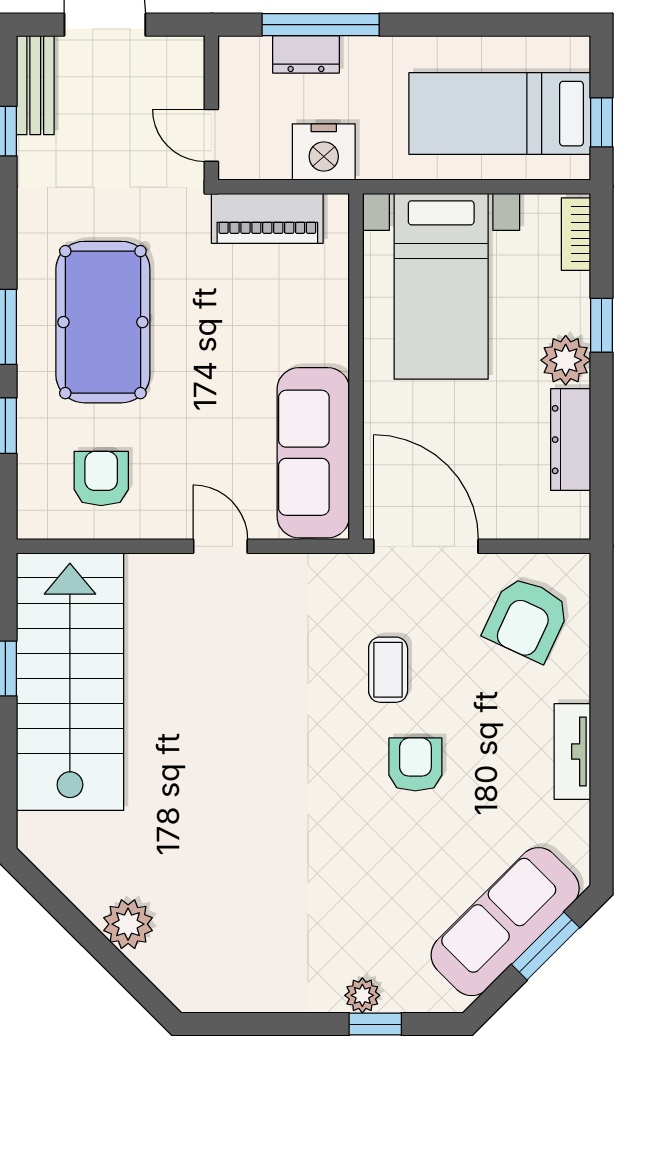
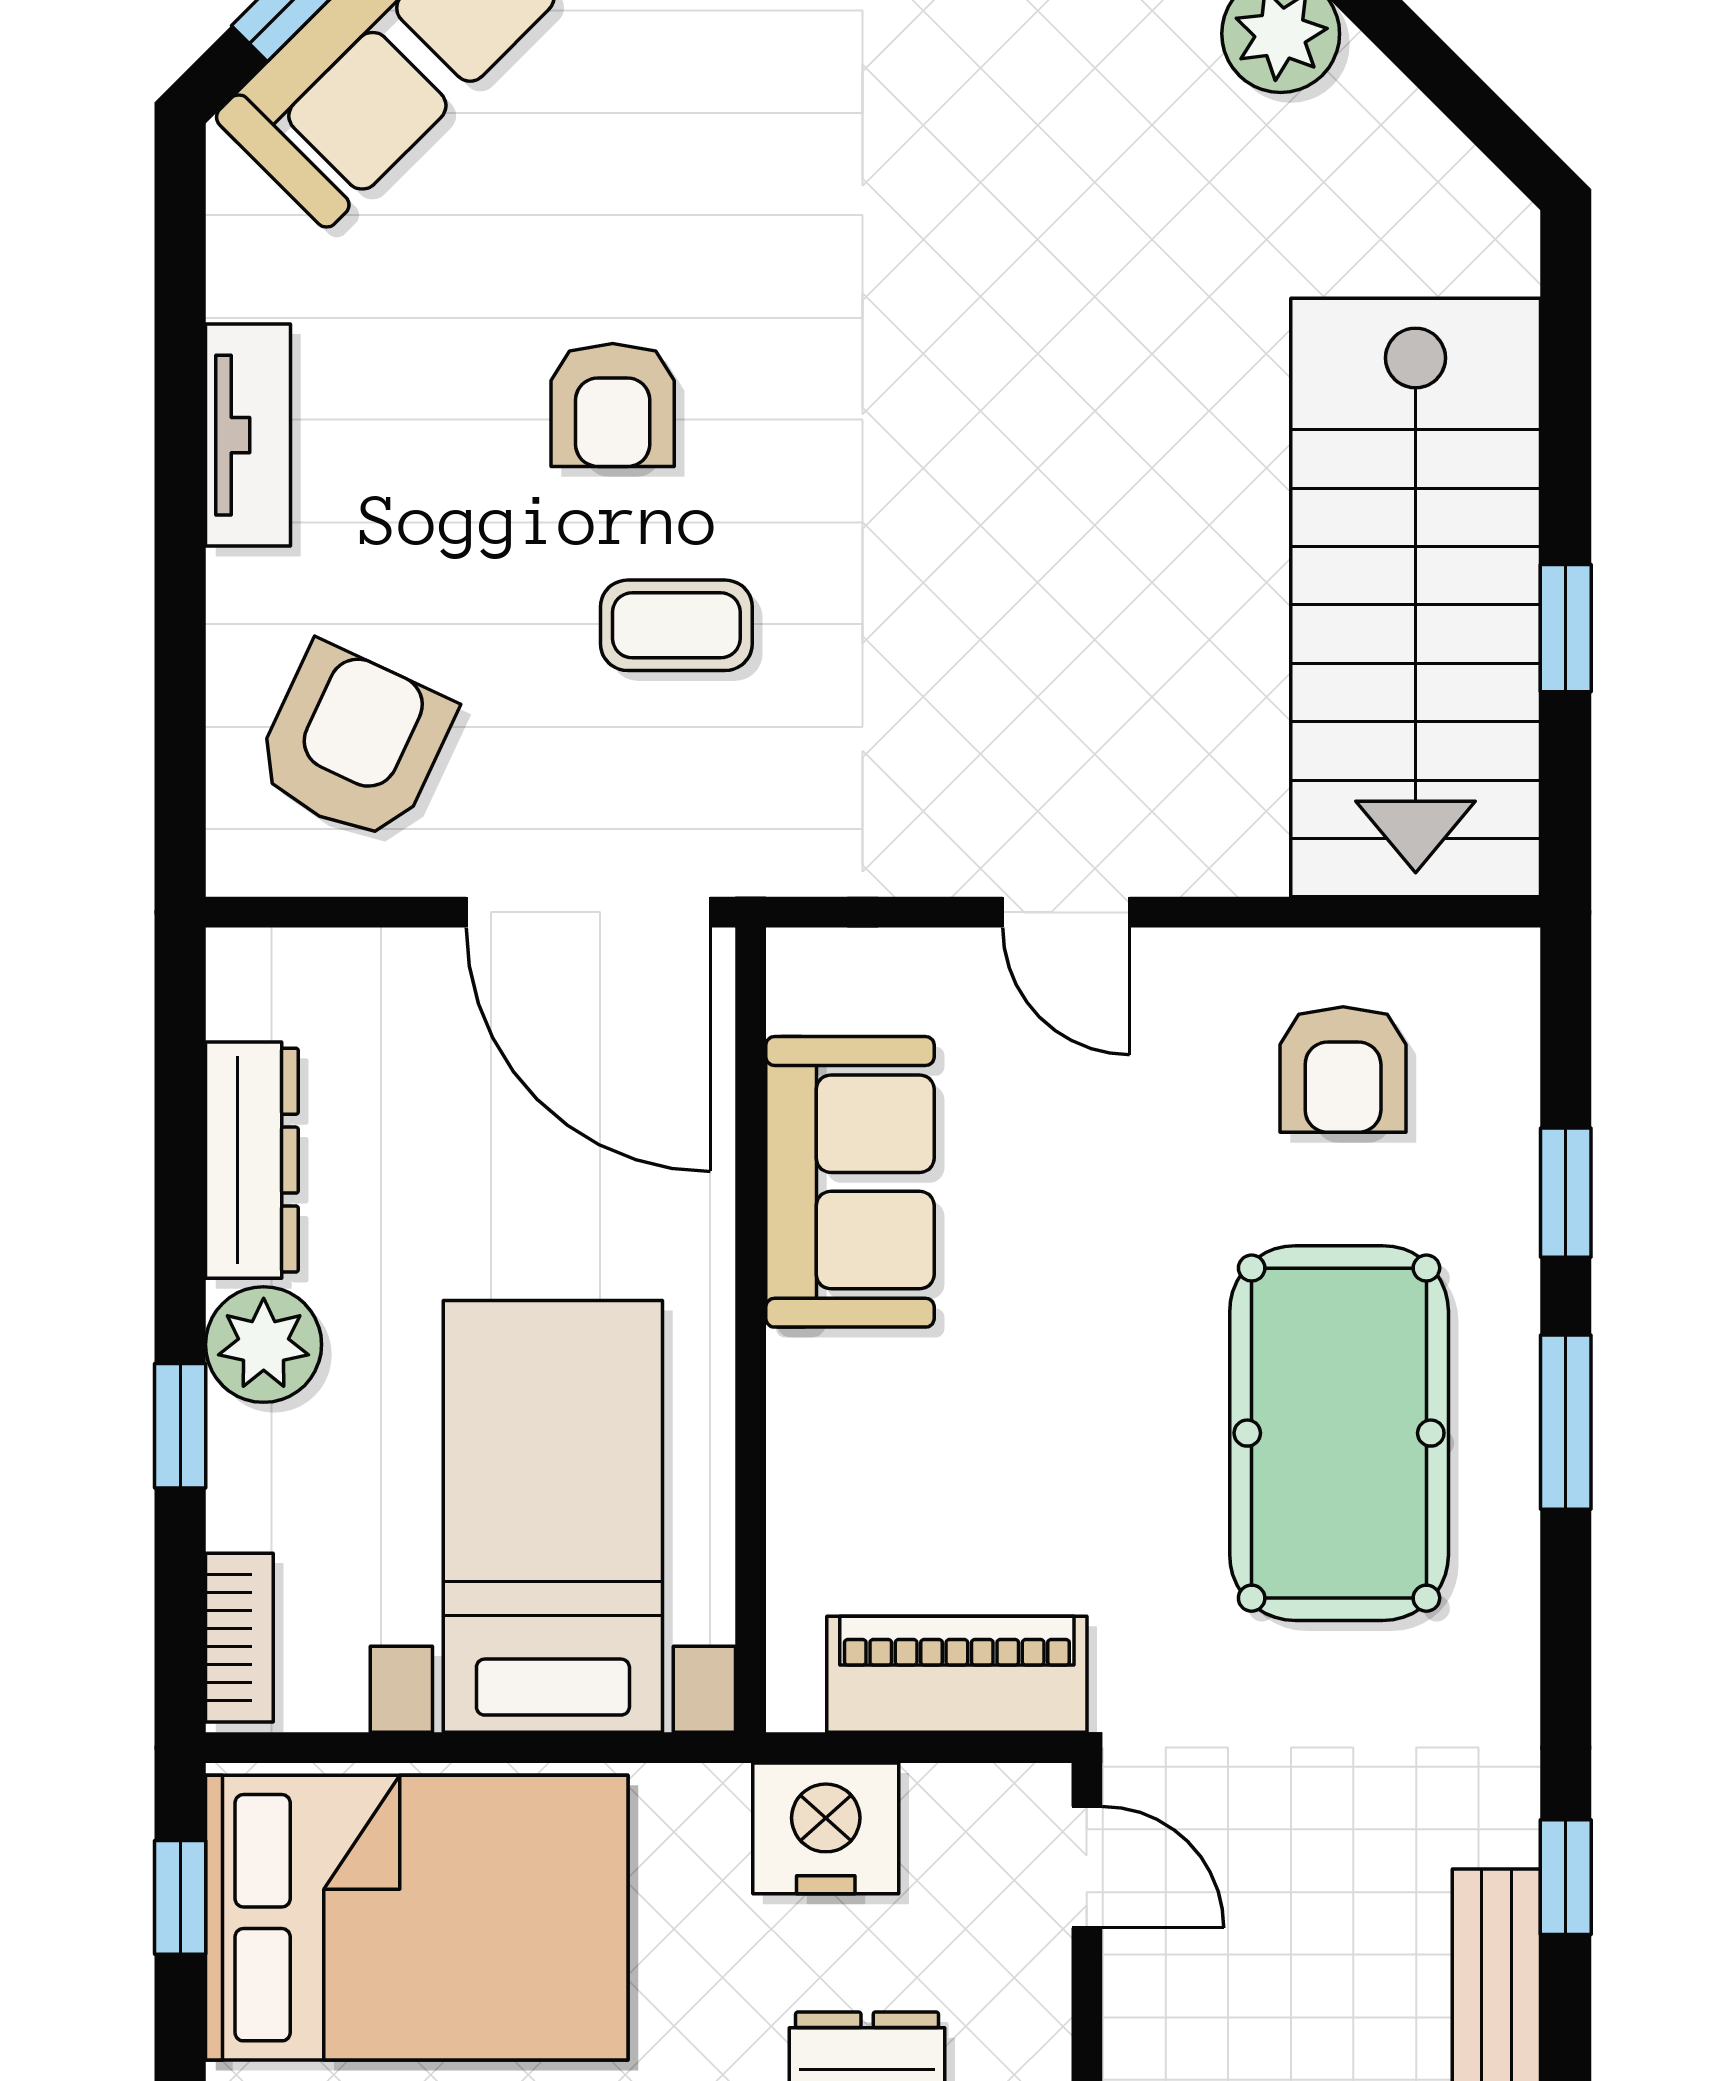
bed: (500, 114) -> (417, 1918), width x1.50
sofa: (313, 453) -> (850, 1182), width x0.73
coffee table: (388, 670) -> (676, 625), turned 90

